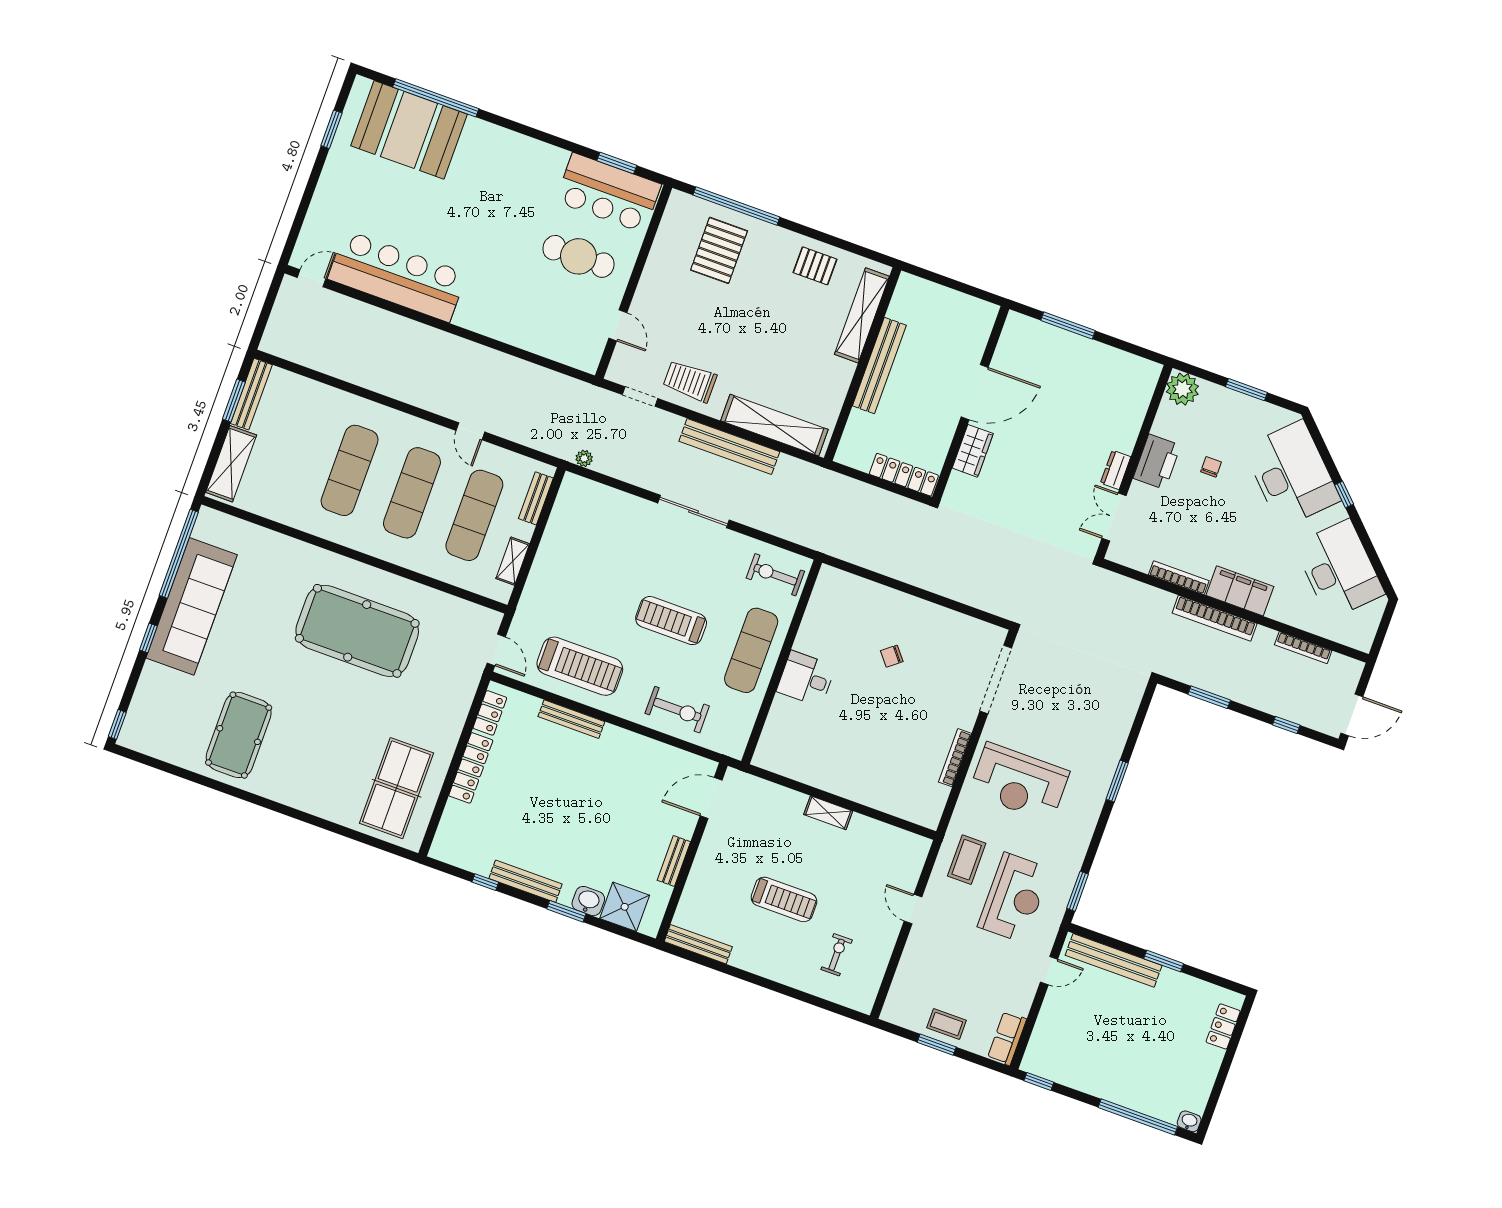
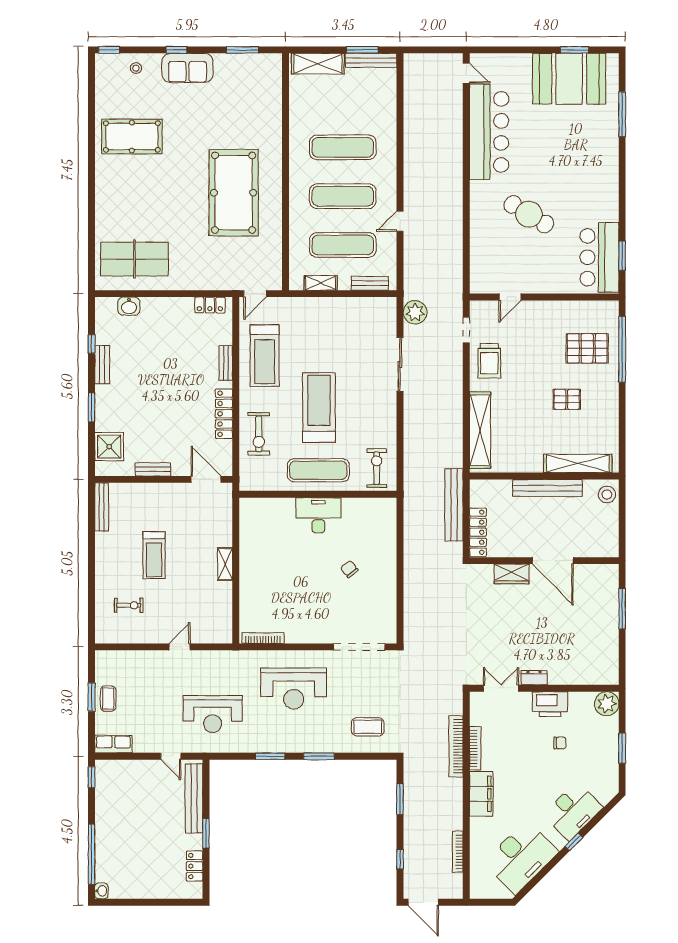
window: (436, 98) -> (622, 114), width x0.68
booth: (409, 130) -> (569, 79), moved, turned 90
cafe table: (578, 256) -> (529, 214), moved, turned -59
pallet: (815, 266) -> (567, 399), moved, turned 90
stool: (915, 292) -> (607, 494), added
trolley: (690, 381) -> (489, 361), turned 180
bench: (729, 446) -> (454, 505), moved
plant: (584, 458) -> (415, 312), width x1.88, depth x1.88
desk: (1292, 474) -> (573, 811), width x0.73, depth x0.77
sliding door: (693, 512) -> (400, 364), moved
window: (179, 554) -> (242, 50), width x0.47
sofa: (192, 606) -> (188, 68), width x0.54, depth x0.79
bookcase: (1215, 618) -> (456, 746), moved
treadmill: (671, 621) -> (319, 407), width x1.37, depth x1.38
desk: (806, 679) -> (318, 515), width x1.37
stool: (153, 698) -> (136, 68), added
bench: (571, 719) -> (226, 363), width x0.73
bookcase: (955, 758) -> (263, 638), moved
locker: (471, 768) -> (224, 414), moved, turned 90
reception desk: (1019, 782) -> (294, 689), turned -90
coffee table: (967, 860) -> (368, 727), moved
bench: (526, 881) -> (102, 365), width x0.73
window: (1078, 891) -> (270, 756), moved
washbasin: (588, 901) -> (129, 306), moved, turned 90
locker: (1223, 1026) -> (195, 866), moved, turned -90

